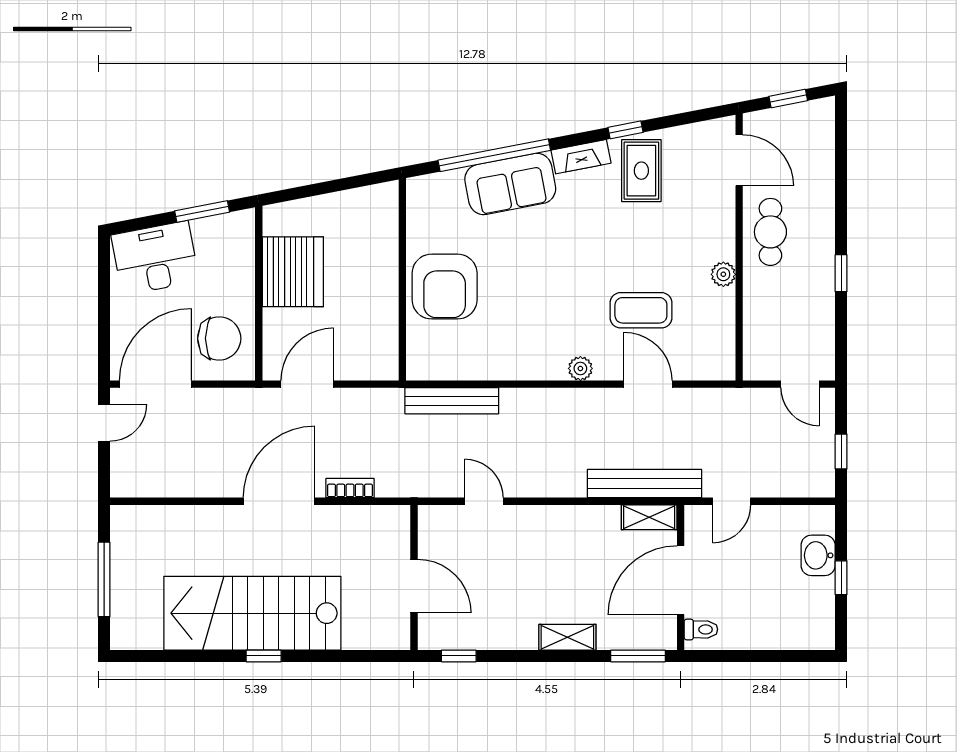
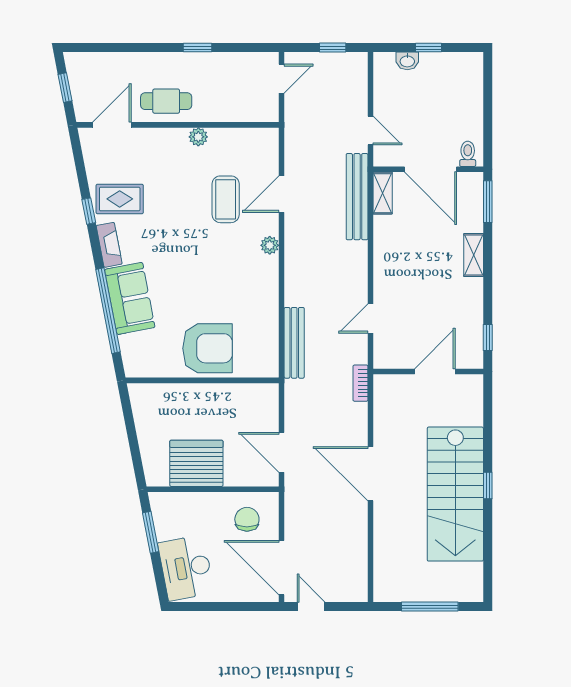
chair: (219, 338) -> (247, 519), width x0.73, depth x0.73
bookcase: (350, 488) -> (360, 383), moved
washbasin: (818, 555) -> (407, 61), width x0.72, depth x0.69

